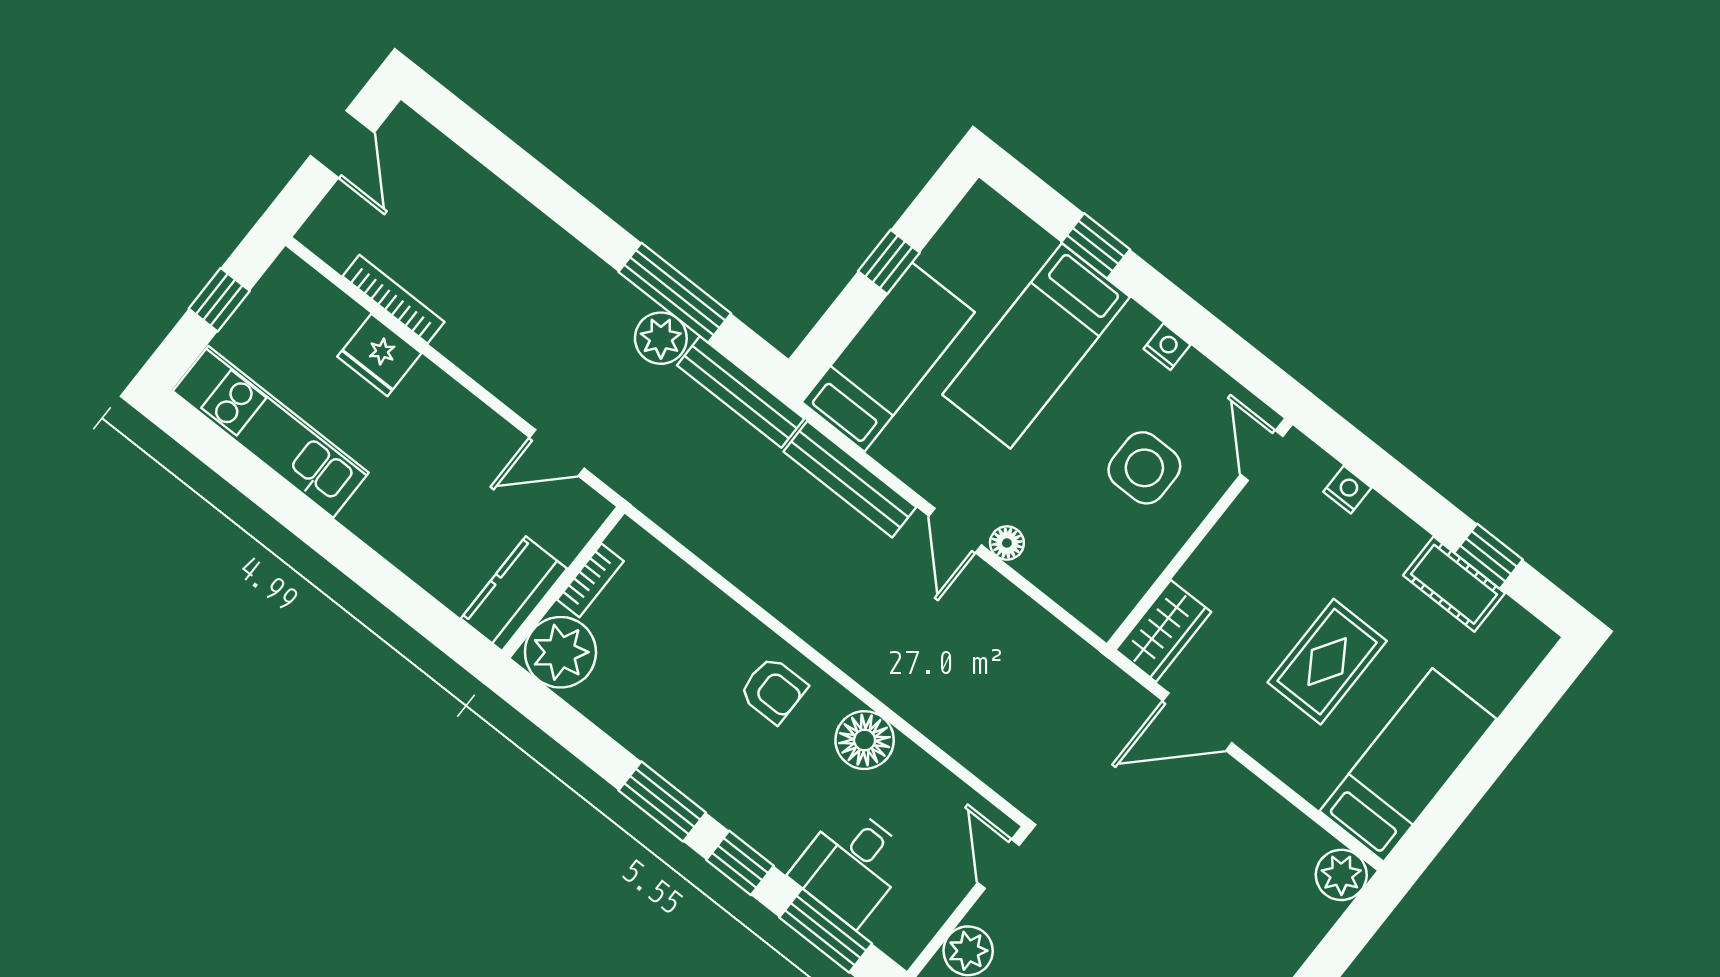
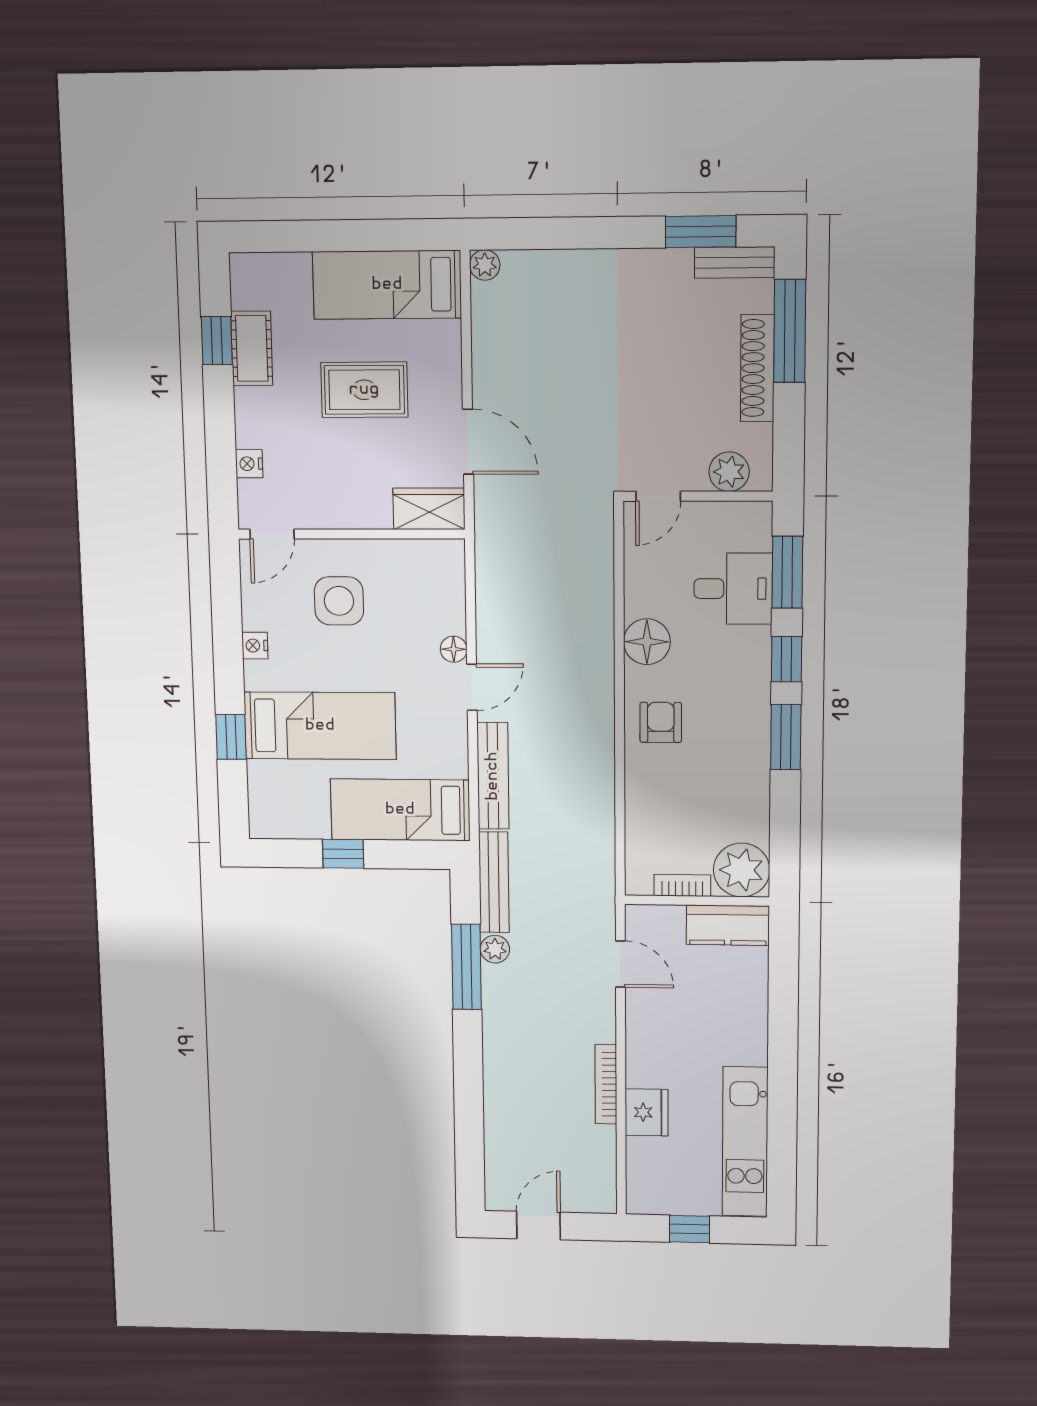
bookcase: (393, 299) -> (606, 1084), moved
plant: (661, 338) -> (495, 949), width x0.73, depth x0.73
plant: (1341, 875) -> (485, 265), width x0.73, depth x0.73

